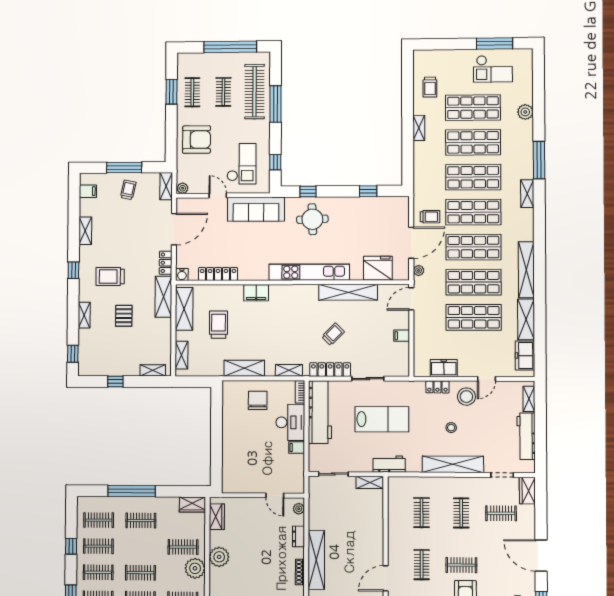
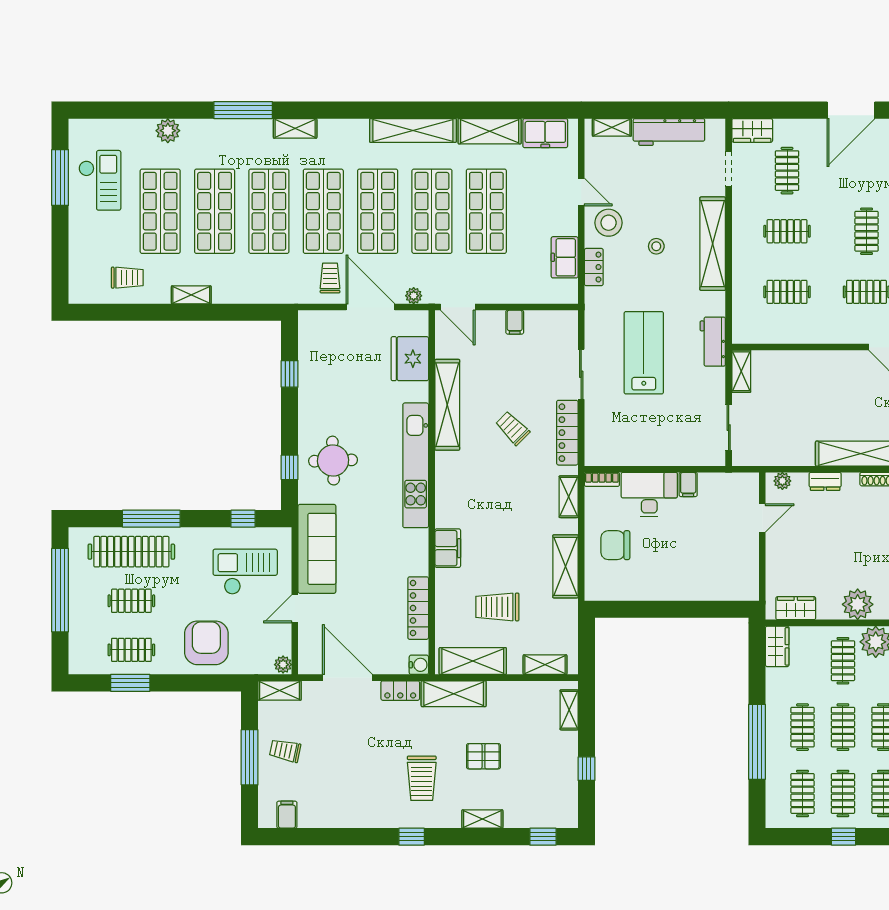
shelving: (85, 231) -> (349, 818), removed
workbench: (320, 412) -> (633, 448), removed
clothes rail: (141, 547) -> (843, 727), added

